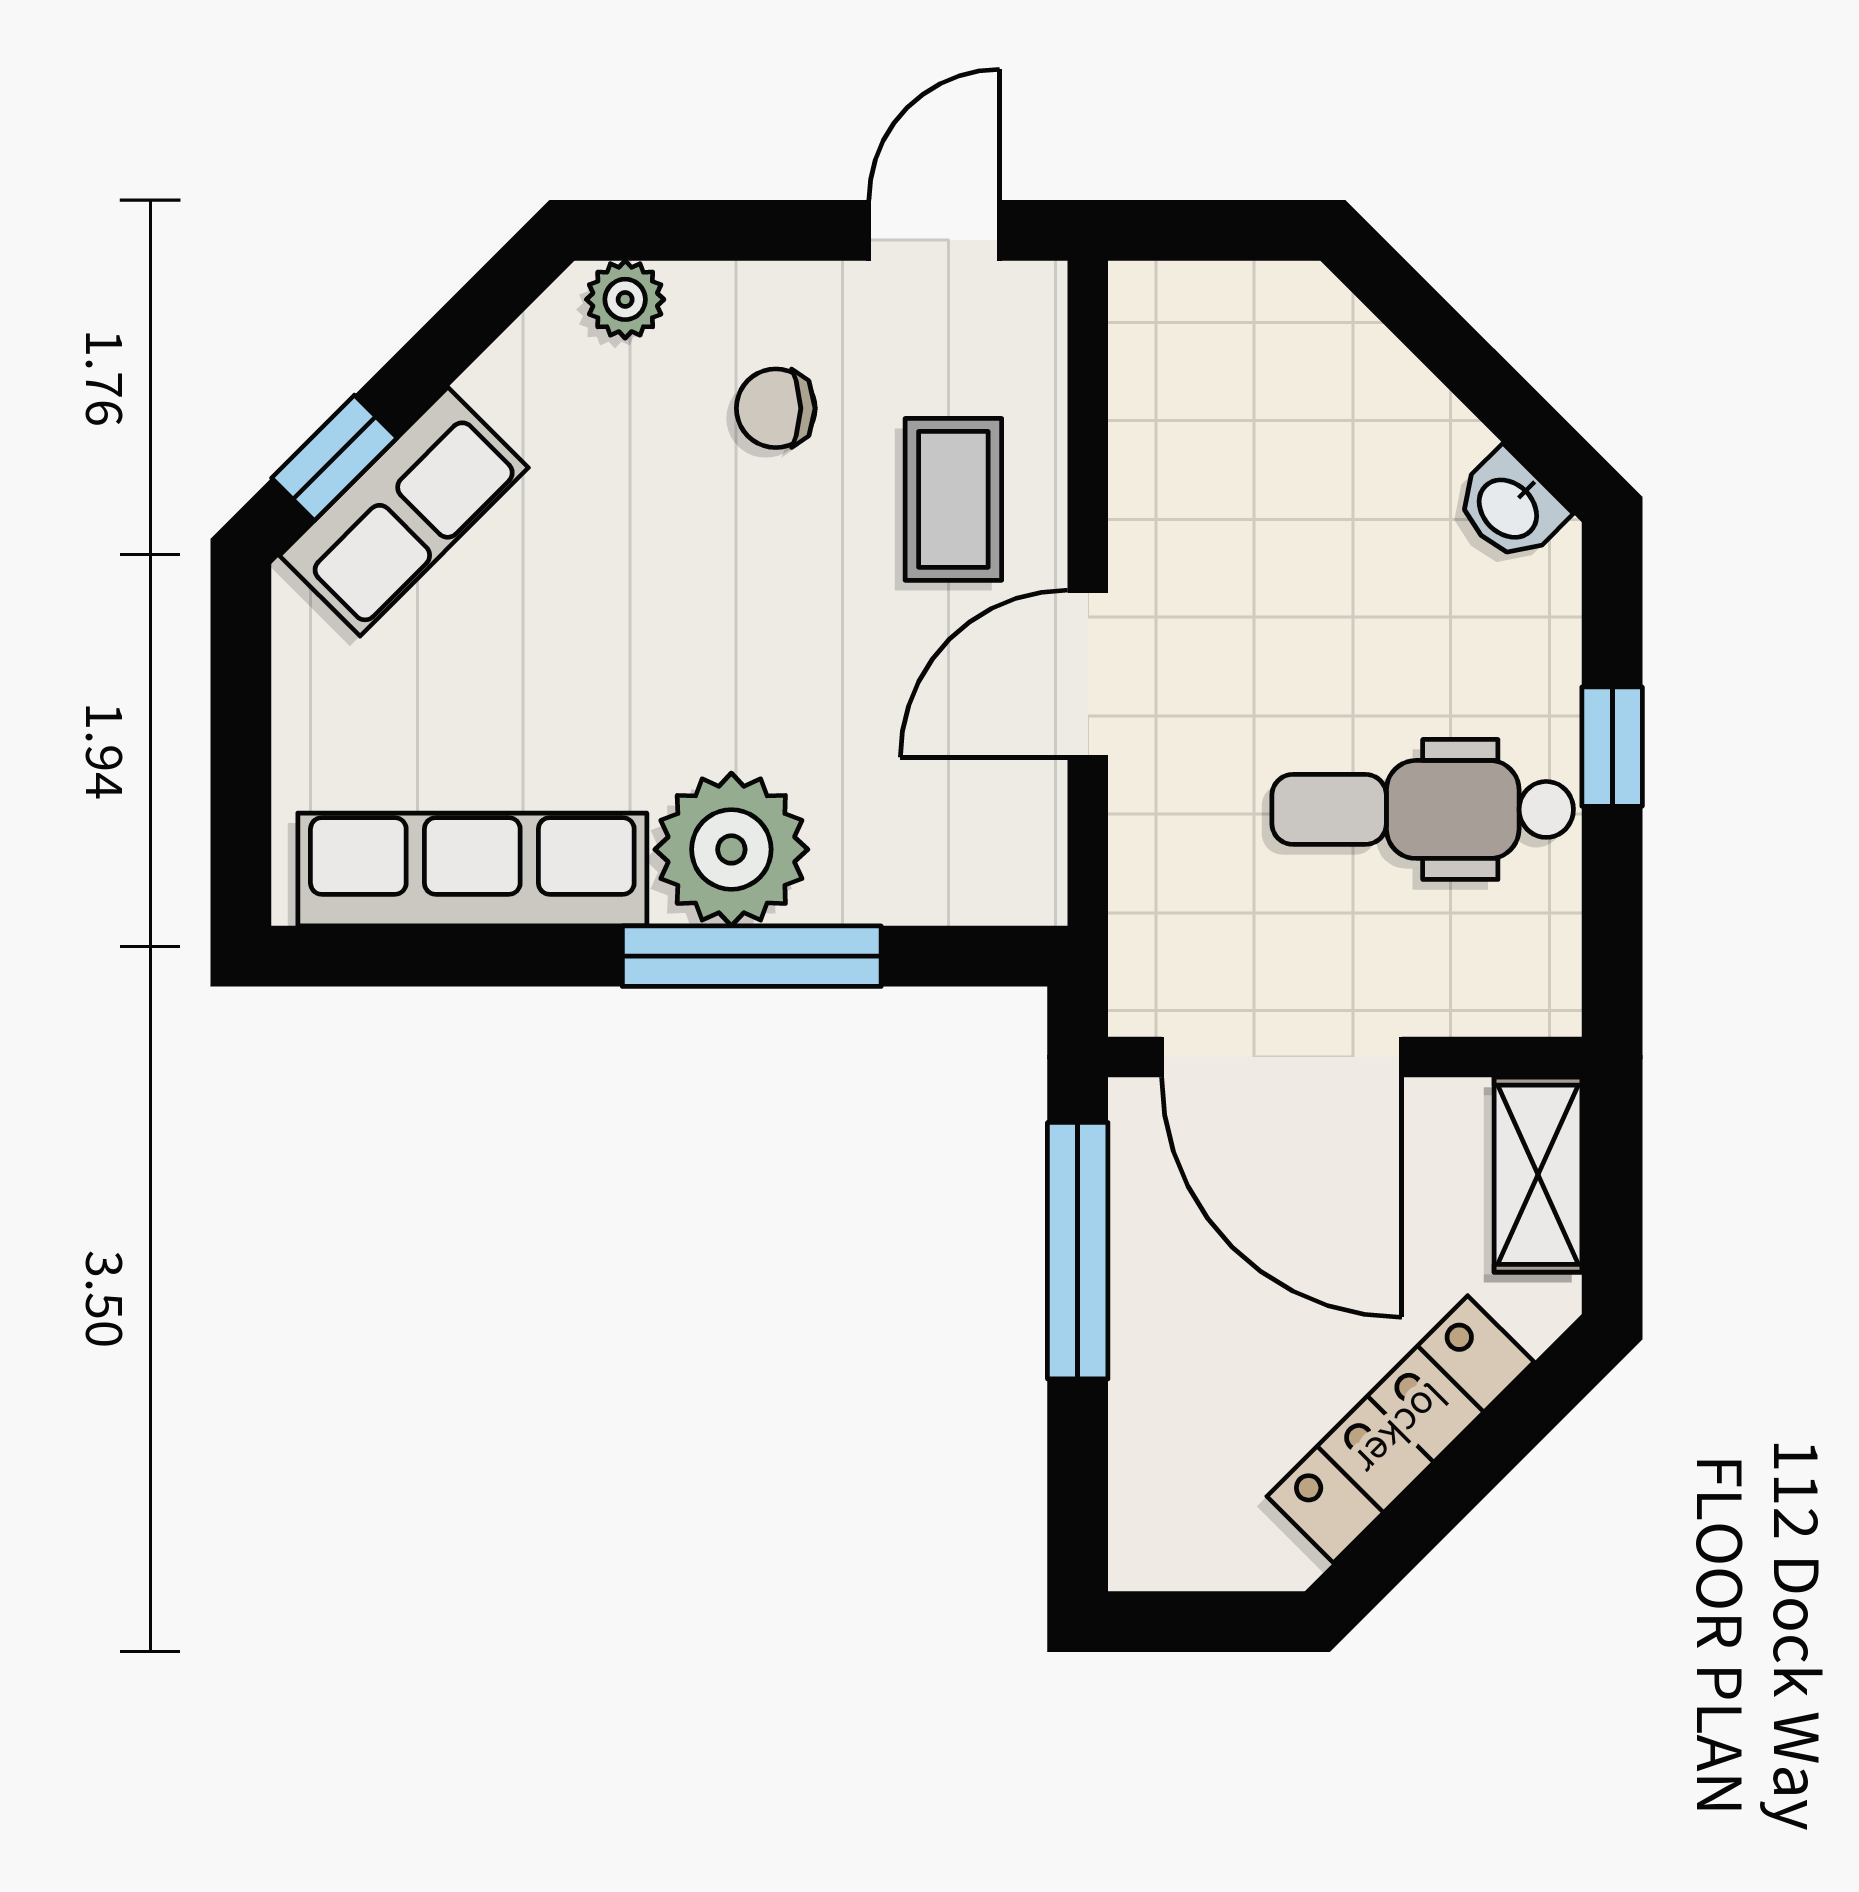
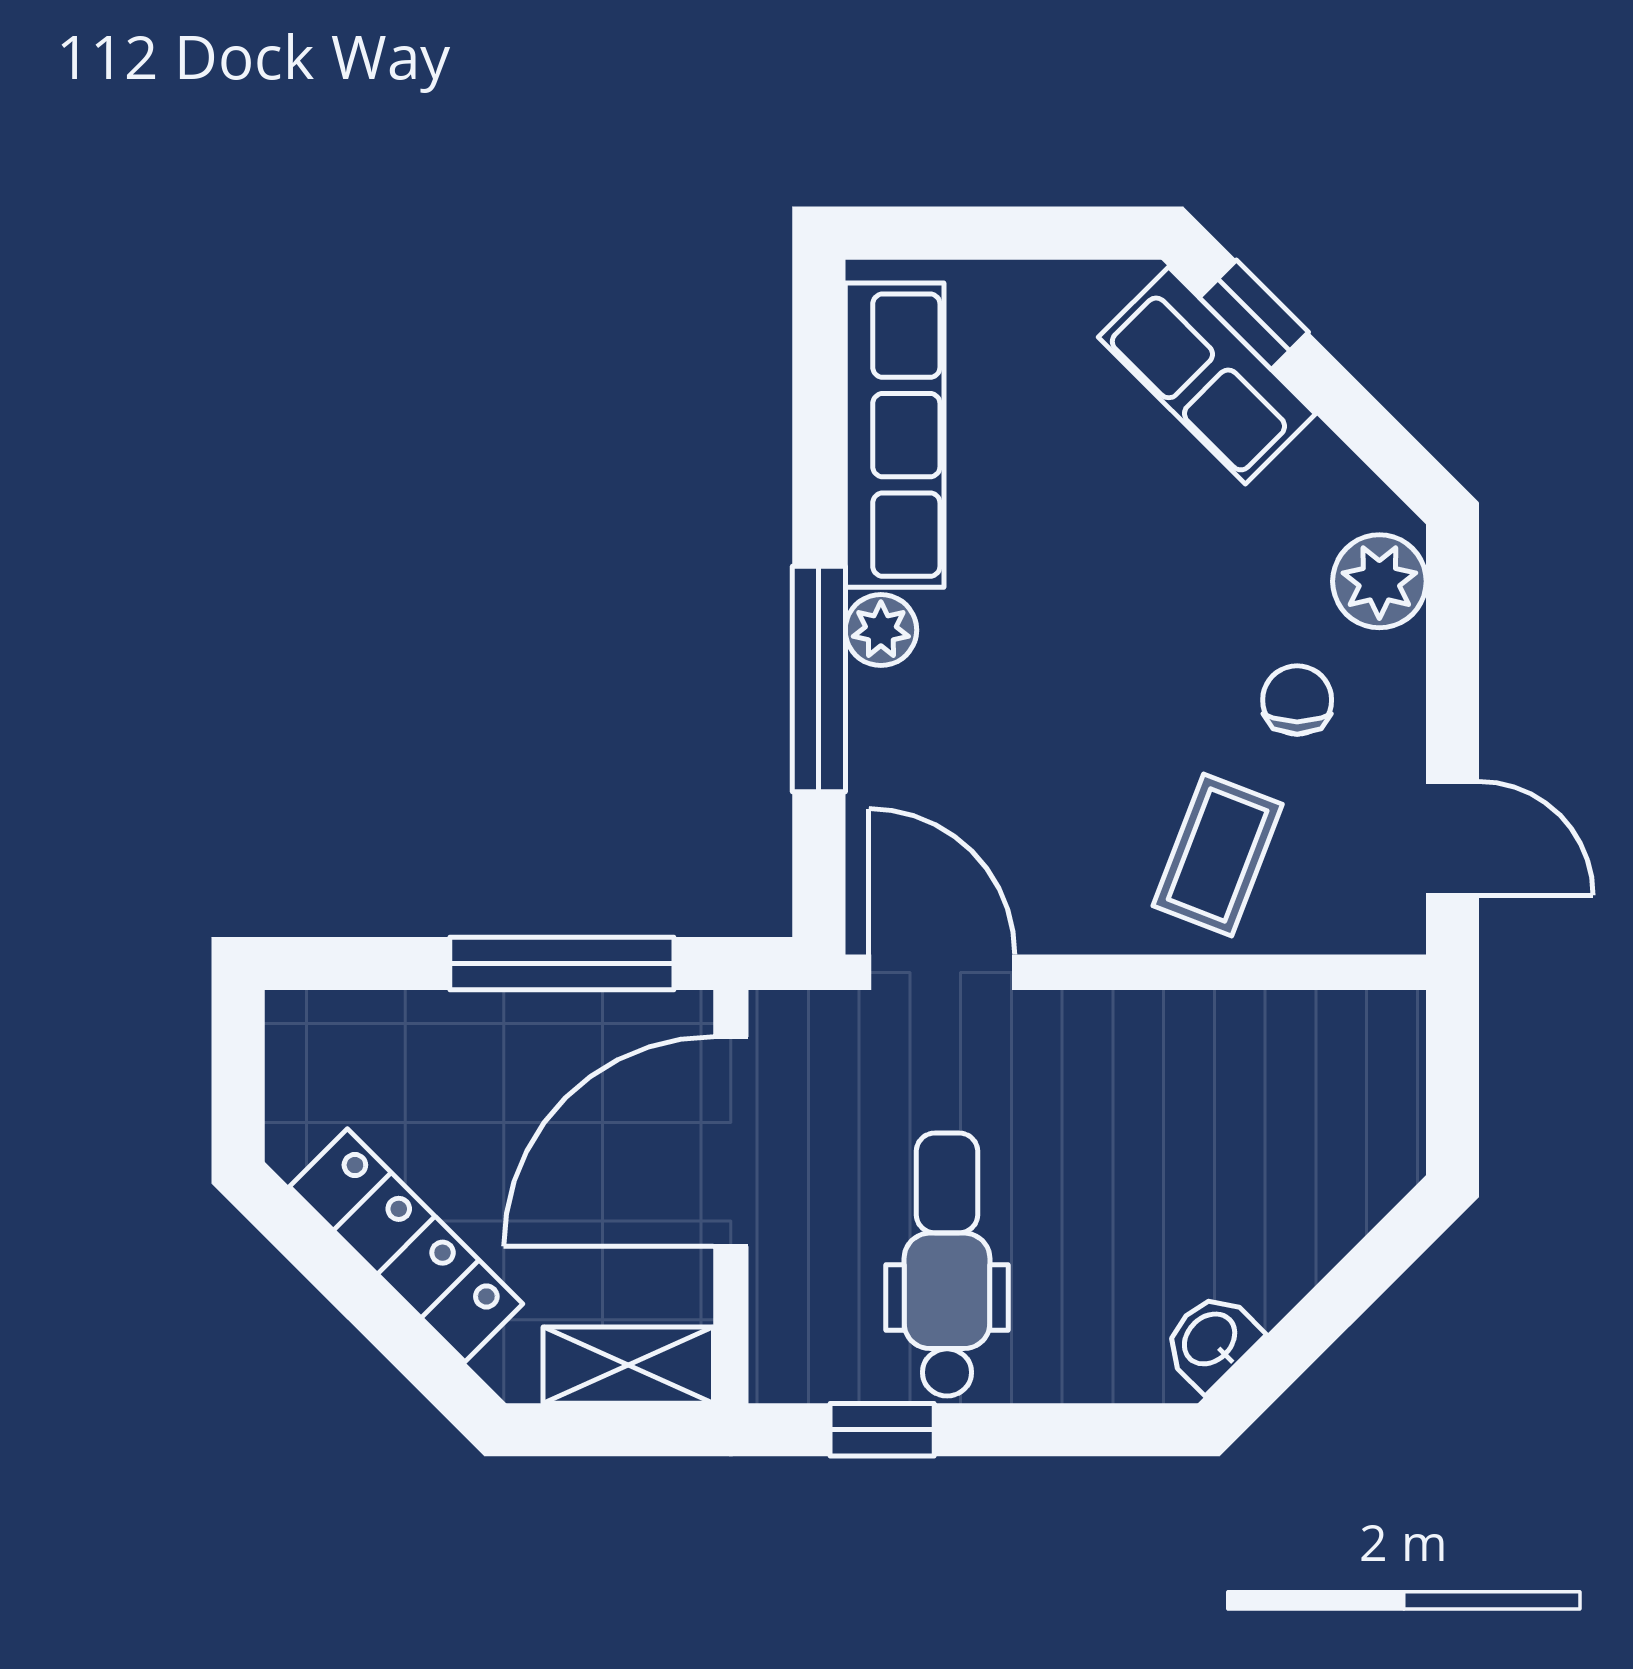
plant: (625, 299) -> (1379, 581), width x1.38, depth x1.38
coffee table: (953, 499) -> (1218, 855), turned -69
door: (1088, 674) -> (942, 972), moved
window: (1612, 747) -> (882, 1430), moved
plant: (731, 849) -> (881, 630), width x0.53, depth x0.53

